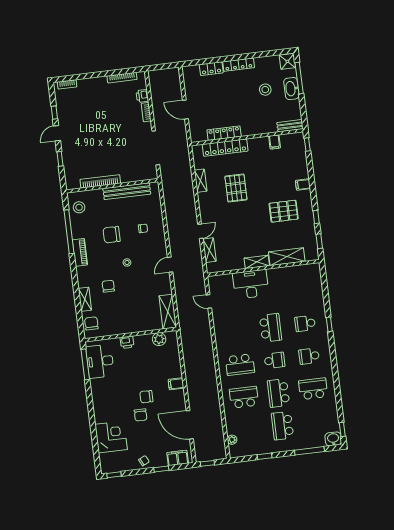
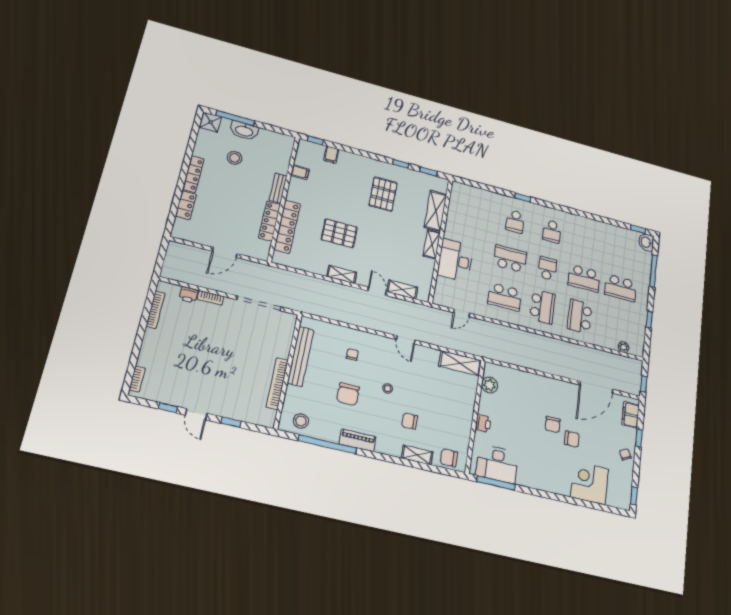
bench: (290, 126) -> (278, 188), moved
shelving: (201, 181) -> (342, 275), moved
filing cabinet: (303, 185) -> (331, 155), moved
filing cabinet: (176, 384) -> (546, 385), removed
school desk: (313, 389) -> (505, 297), moved, turned -90

